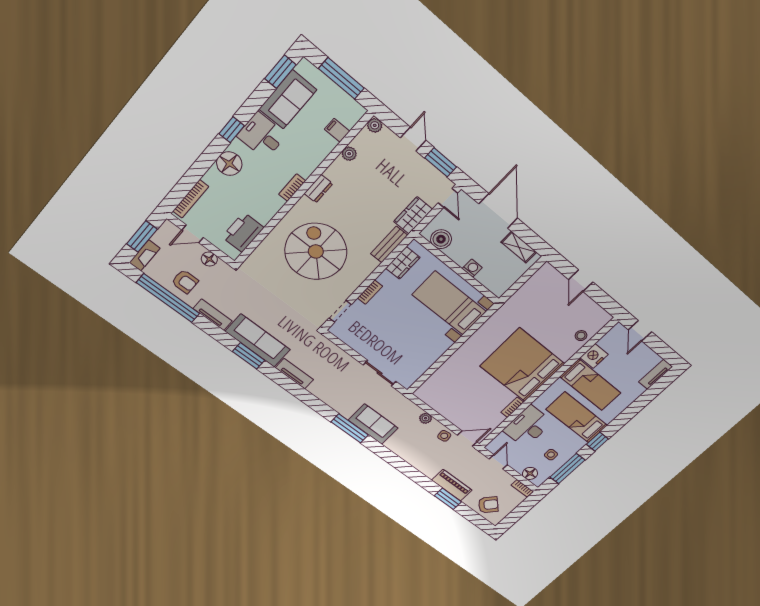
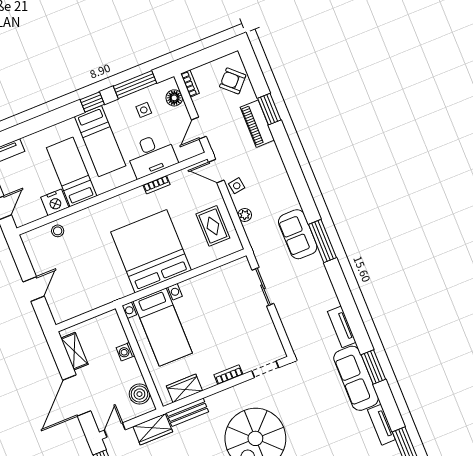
bed: (522, 365) -> (151, 251), moved, turned 180
rug: (448, 399) -> (213, 226), added

